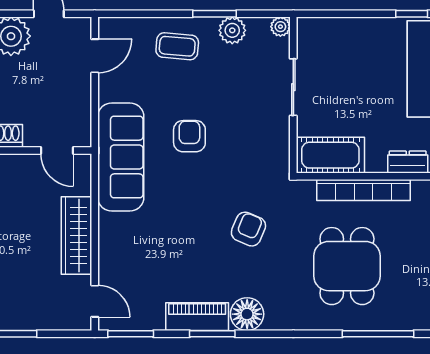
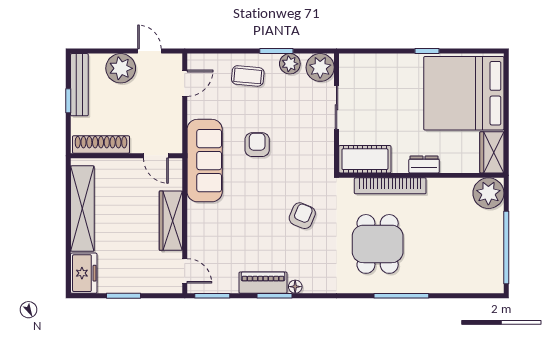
plant: (280, 27) -> (320, 67), width x1.87, depth x1.87
floor lamp: (247, 314) -> (295, 287), width x0.53, depth x0.53

